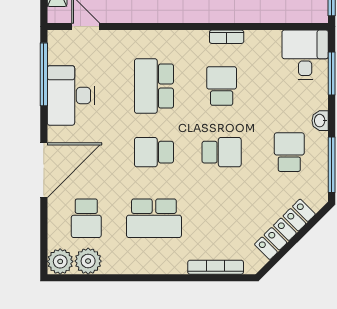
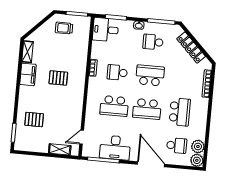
school desk: (154, 152) -> (147, 109), width x1.85
school desk: (222, 152) -> (150, 75), width x1.85

